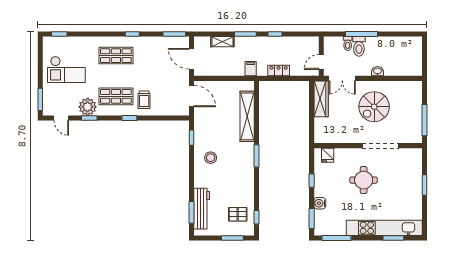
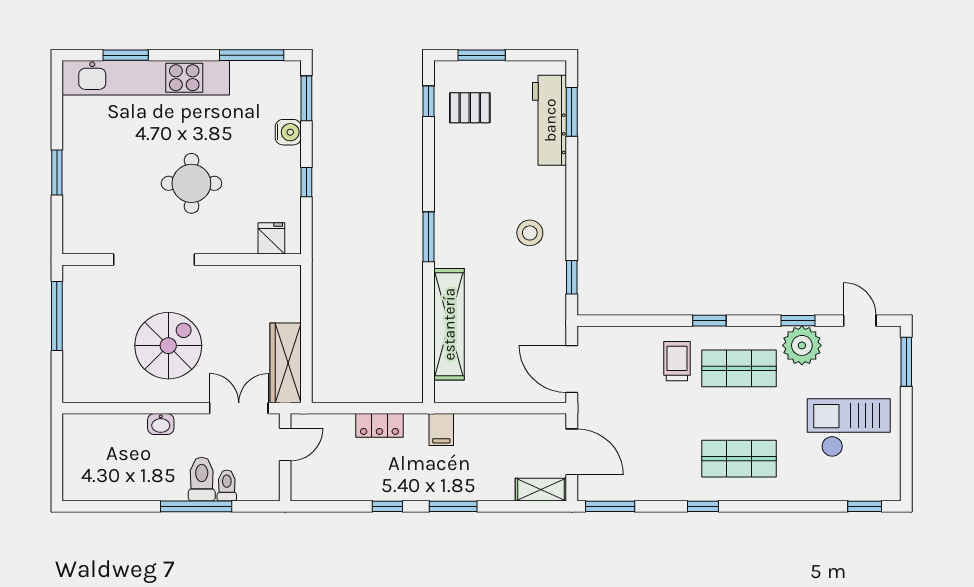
shelving: (222, 42) -> (541, 490), moved

